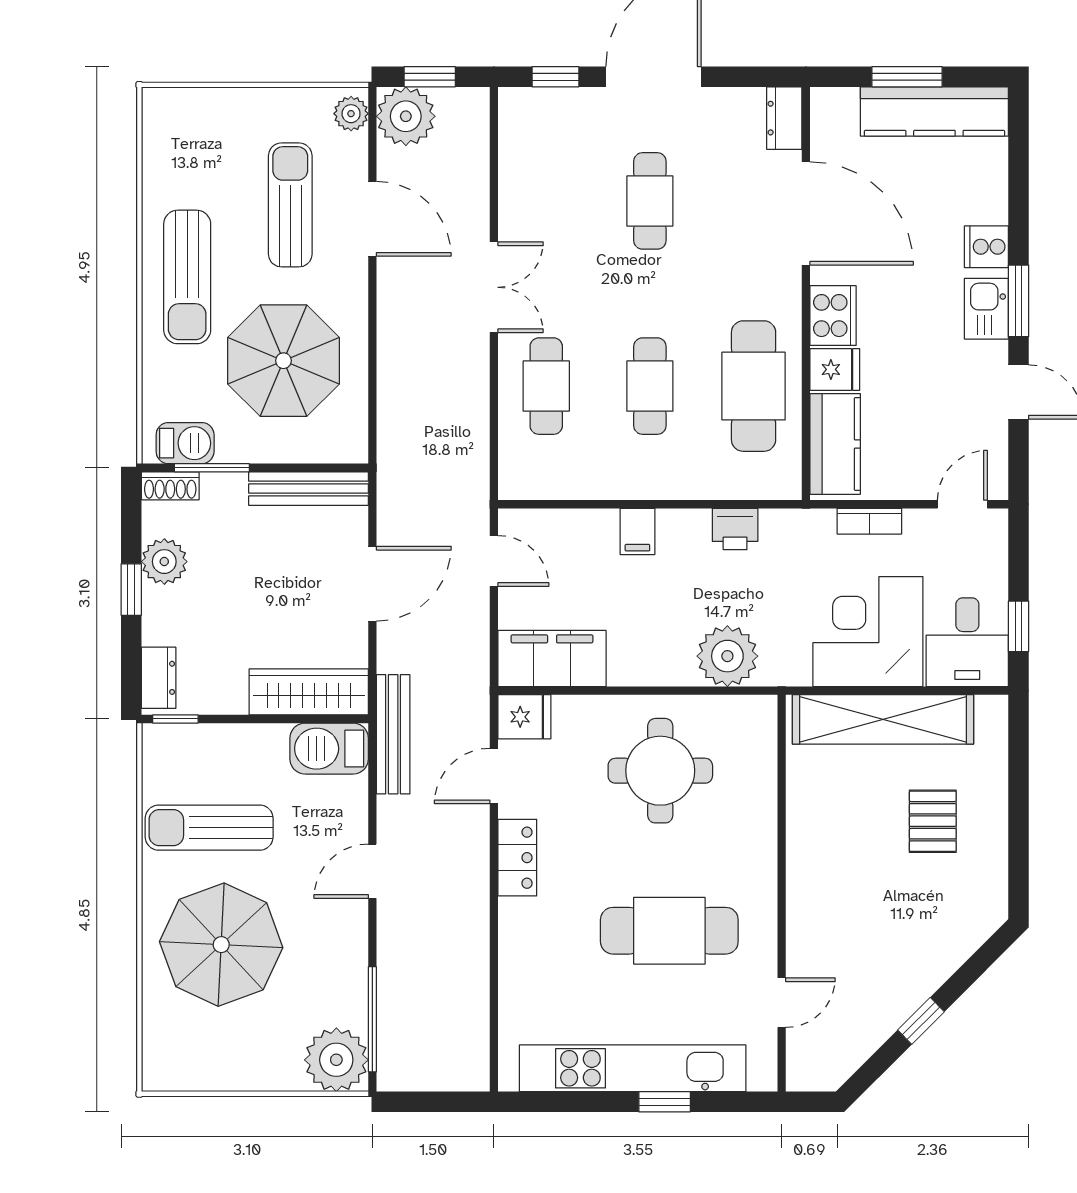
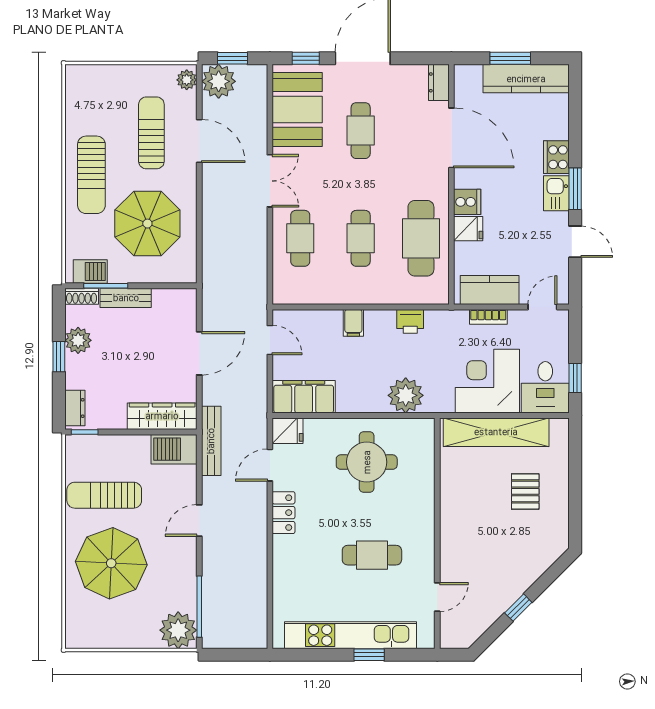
booth: (541, 165) -> (297, 109), added
cooker: (986, 247) -> (556, 157), width x1.36
cooker: (833, 316) -> (467, 202), width x0.73
kitchen counter: (835, 444) -> (490, 290), moved, turned -90
bench: (309, 489) -> (126, 298), moved, width x0.73
cafe table: (669, 931) -> (372, 555), width x0.73, depth x0.74

